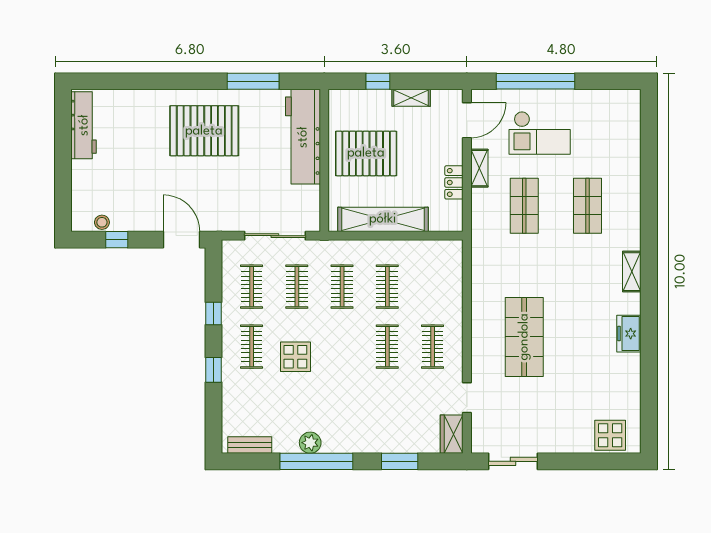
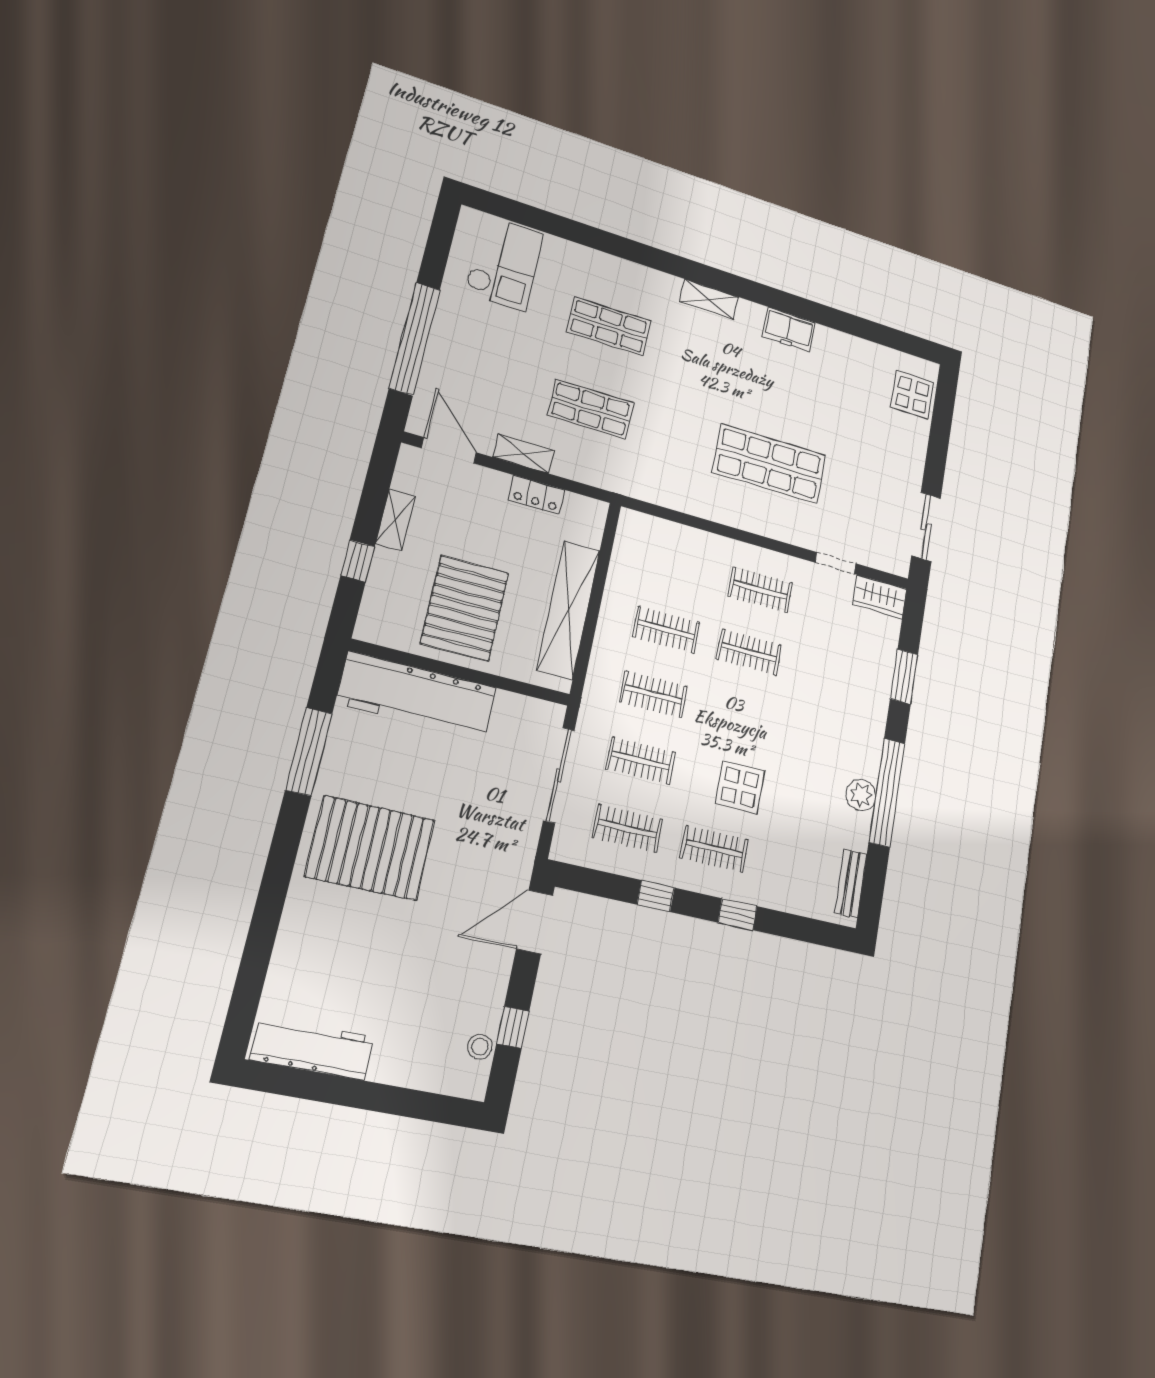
pallet: (204, 131) -> (370, 848), turned 90
checkout: (540, 133) -> (504, 263), moved

